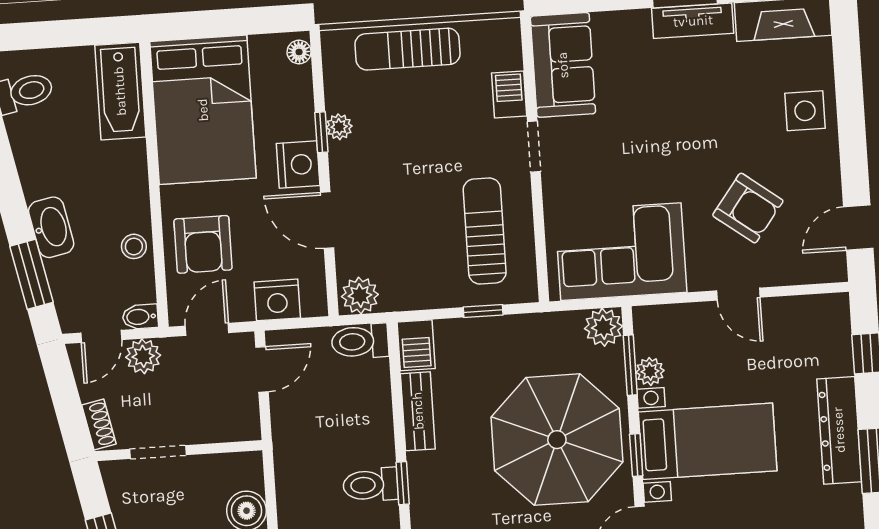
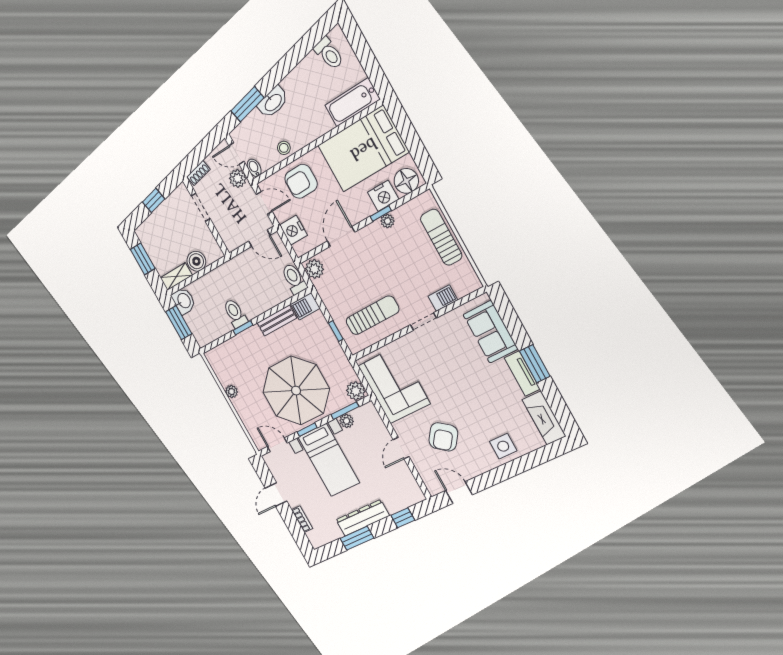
floor lamp: (299, 52) -> (406, 181), width x1.89, depth x1.89
sofa: (563, 65) -> (491, 332), moved, turned 90
nightstand: (298, 165) -> (383, 196), moved

